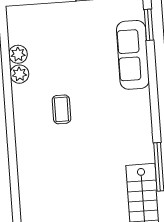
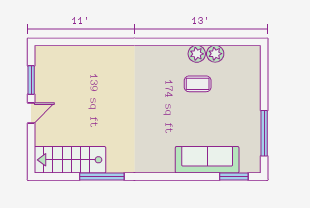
coffee table: (61, 109) -> (198, 84), moved

